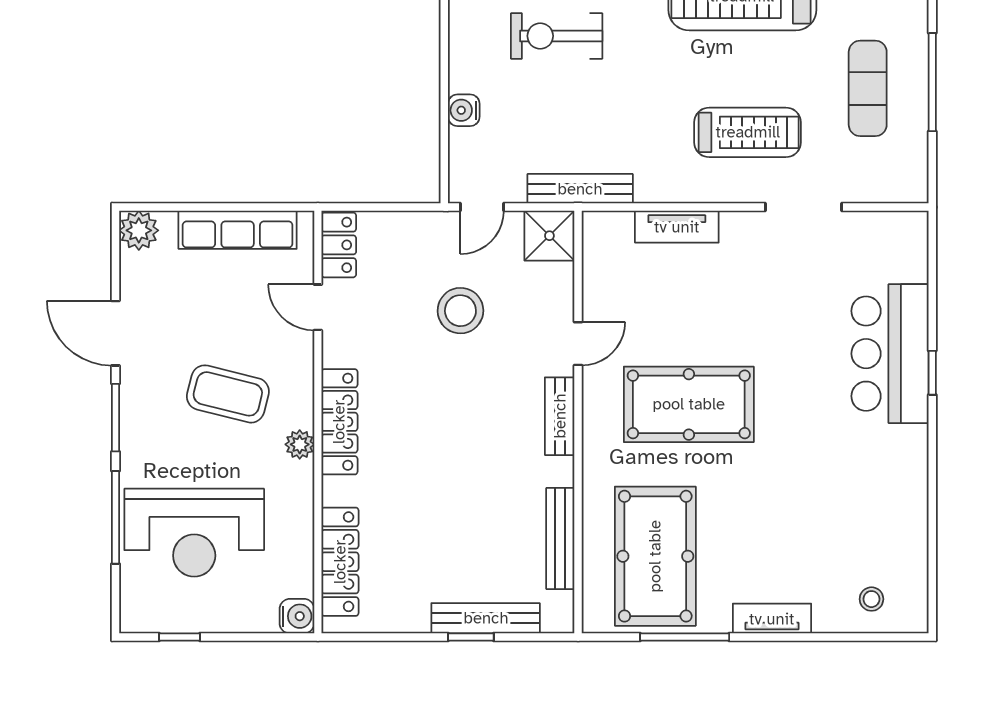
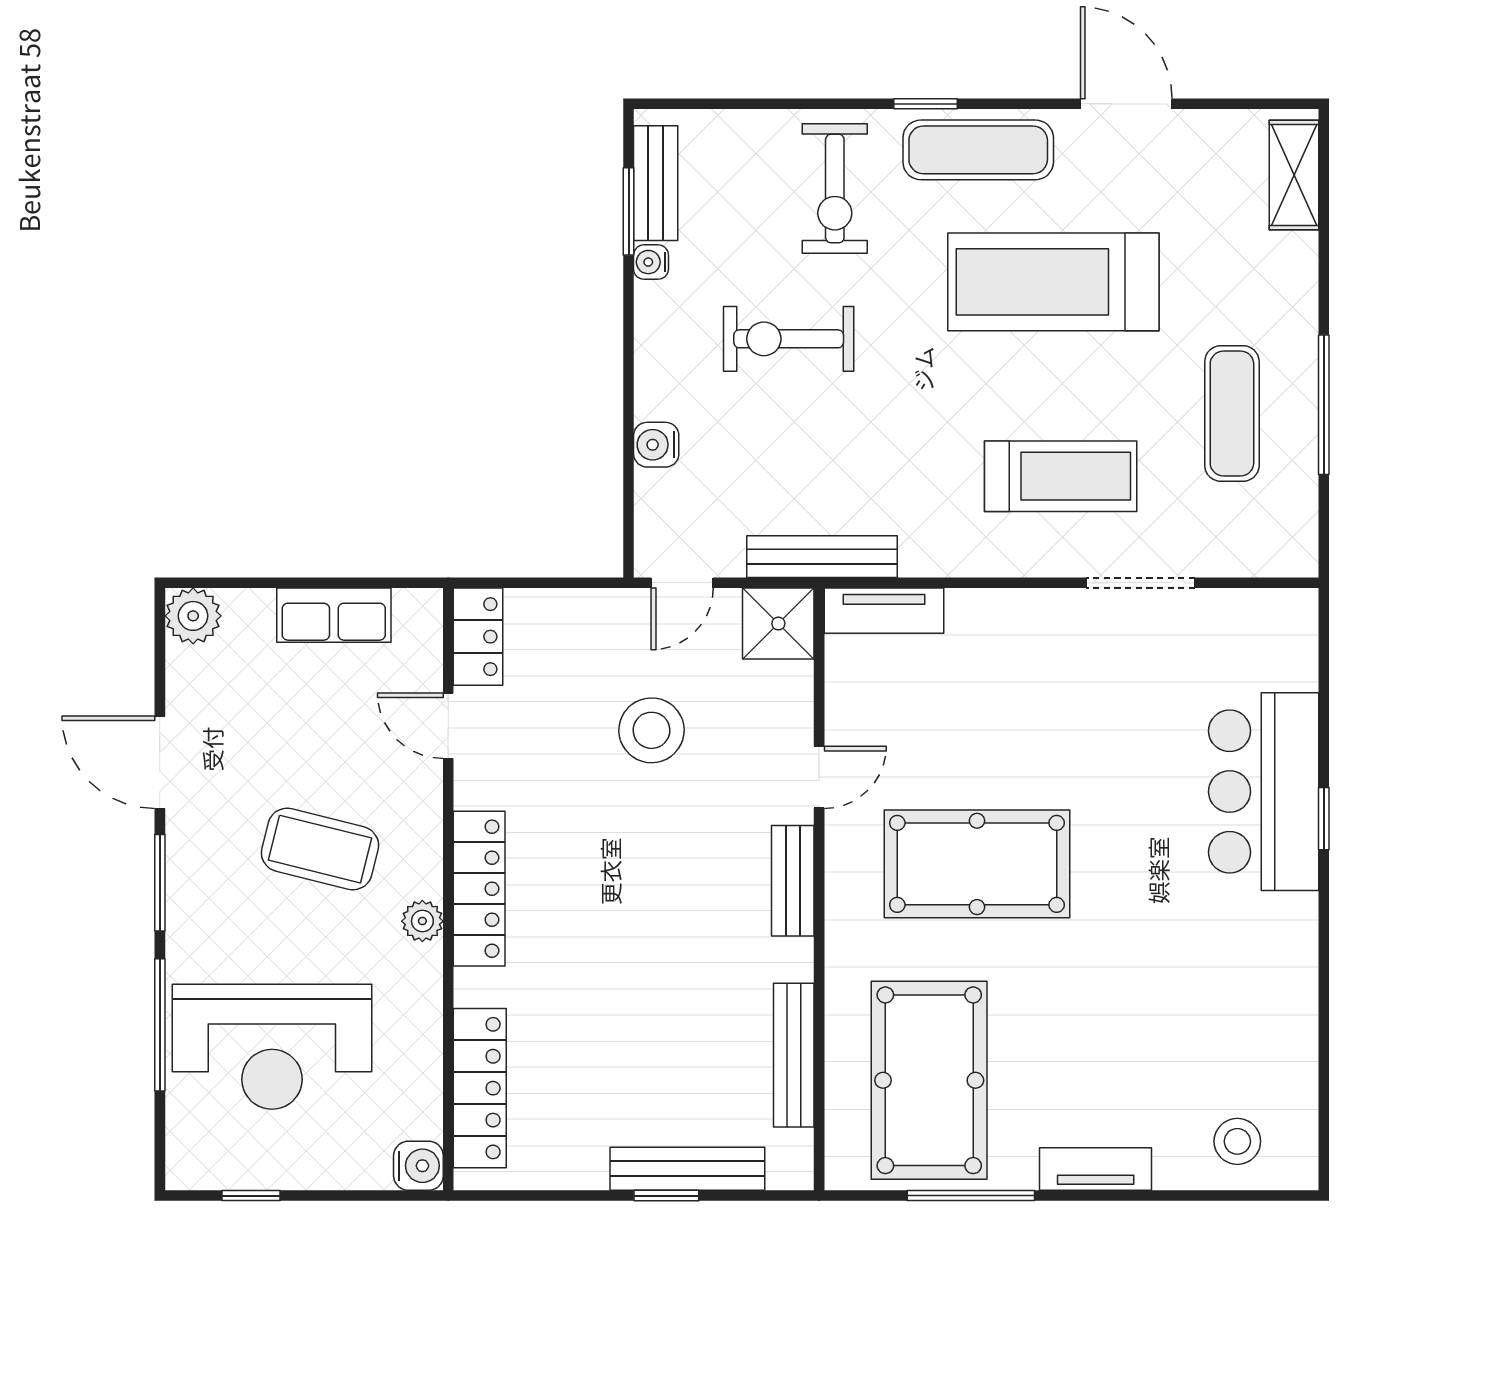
tv unit: (677, 227) -> (884, 611), moved
row of seats: (238, 230) -> (334, 615), width x0.68
stool: (871, 599) -> (1237, 1141), width x1.37, depth x1.37

